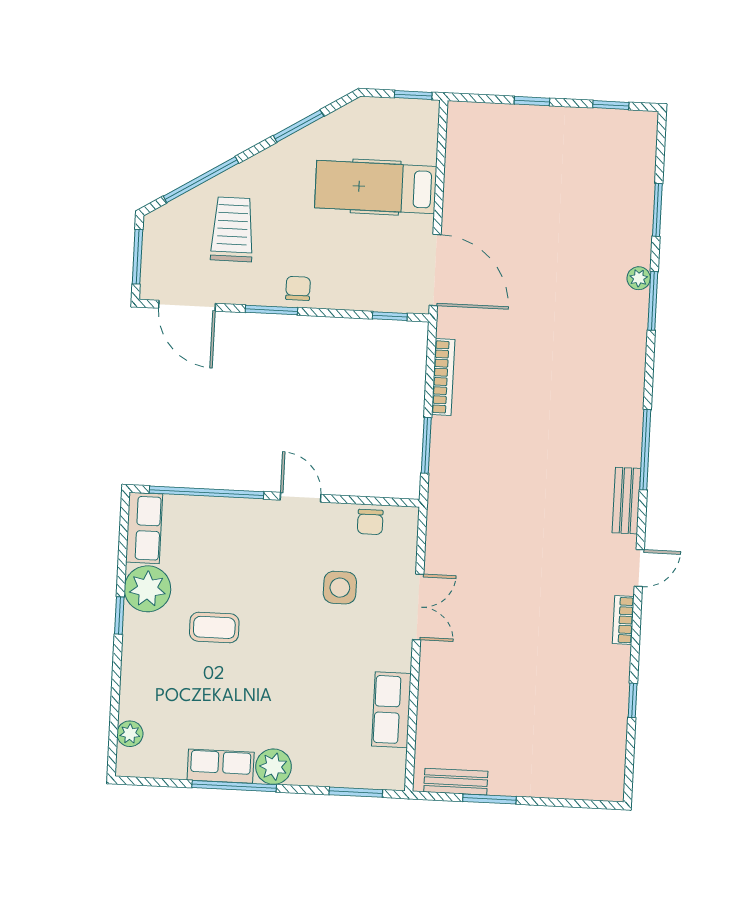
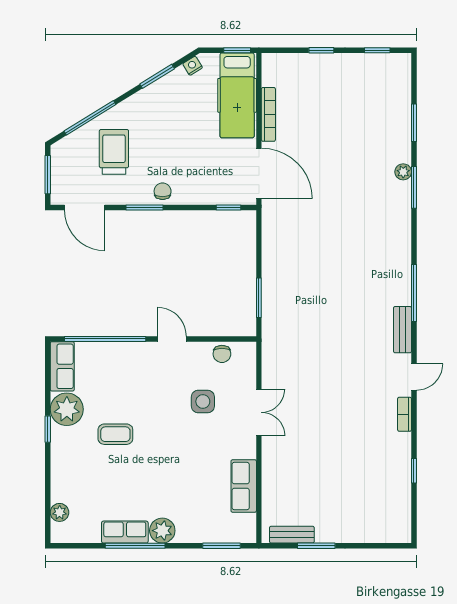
nightstand: (349, 114) -> (193, 66), added
hospital bed: (376, 187) -> (237, 95), moved, turned -90
bookcase: (443, 377) -> (268, 114), moved

